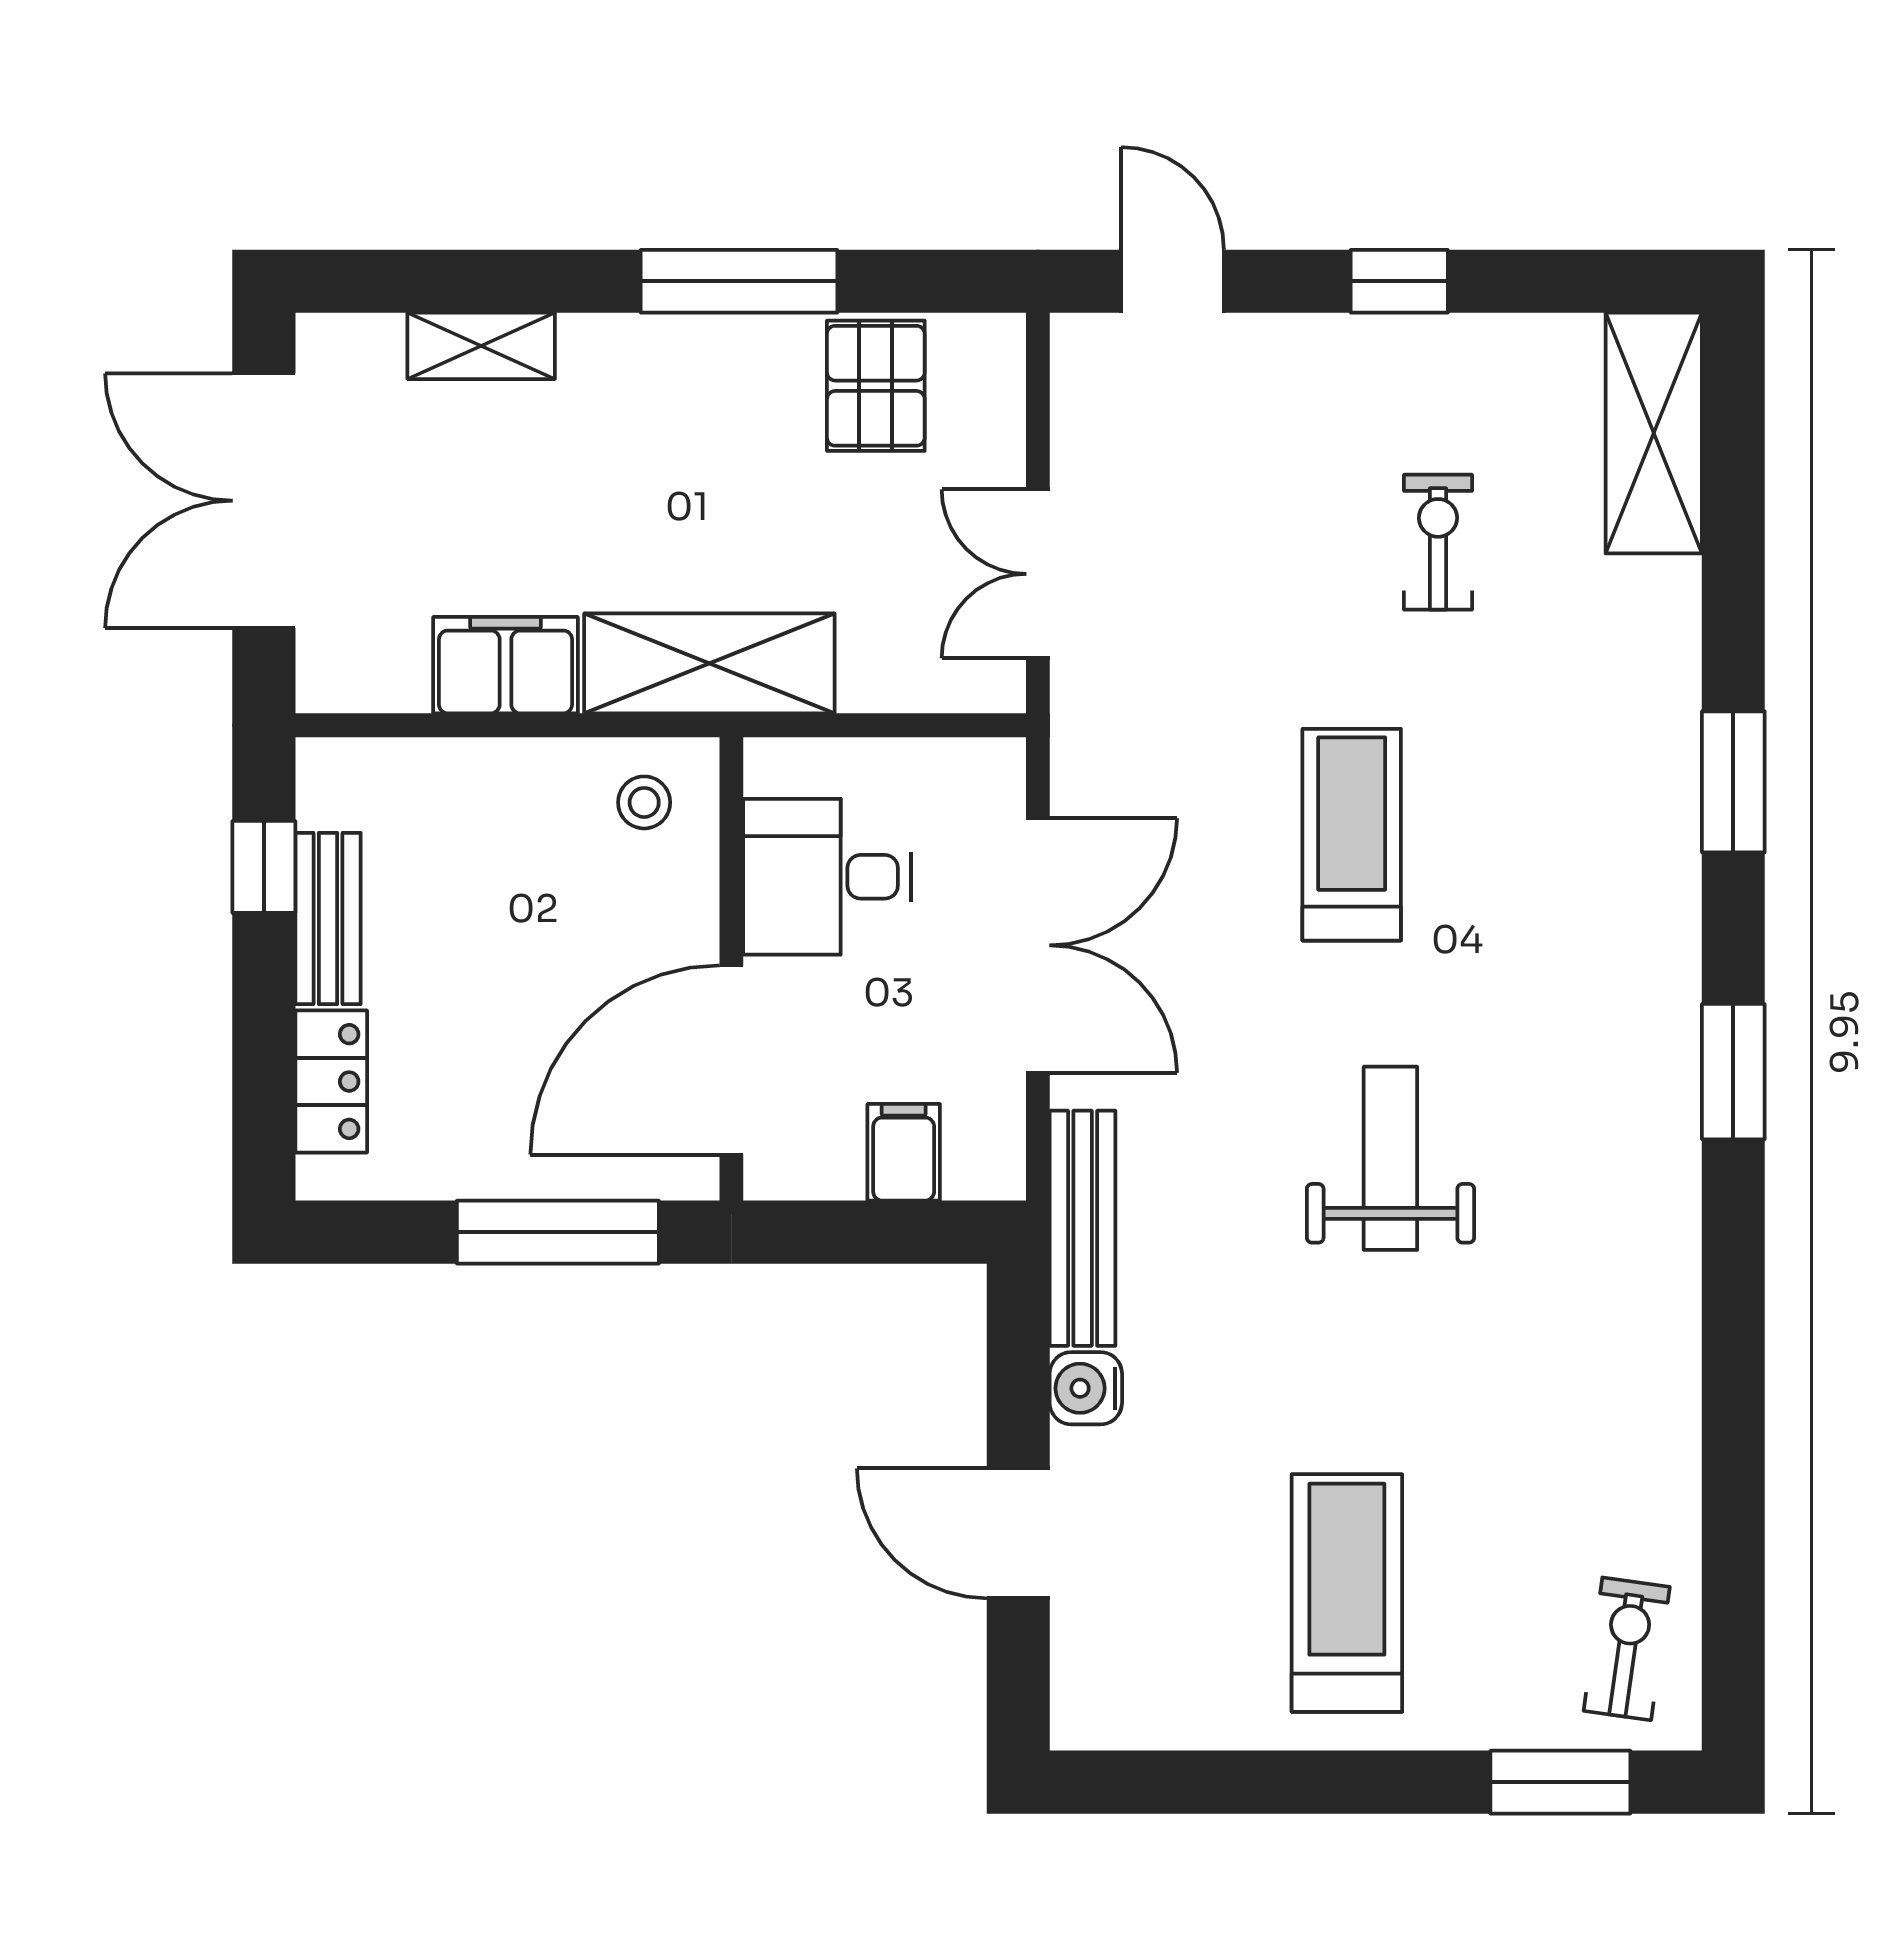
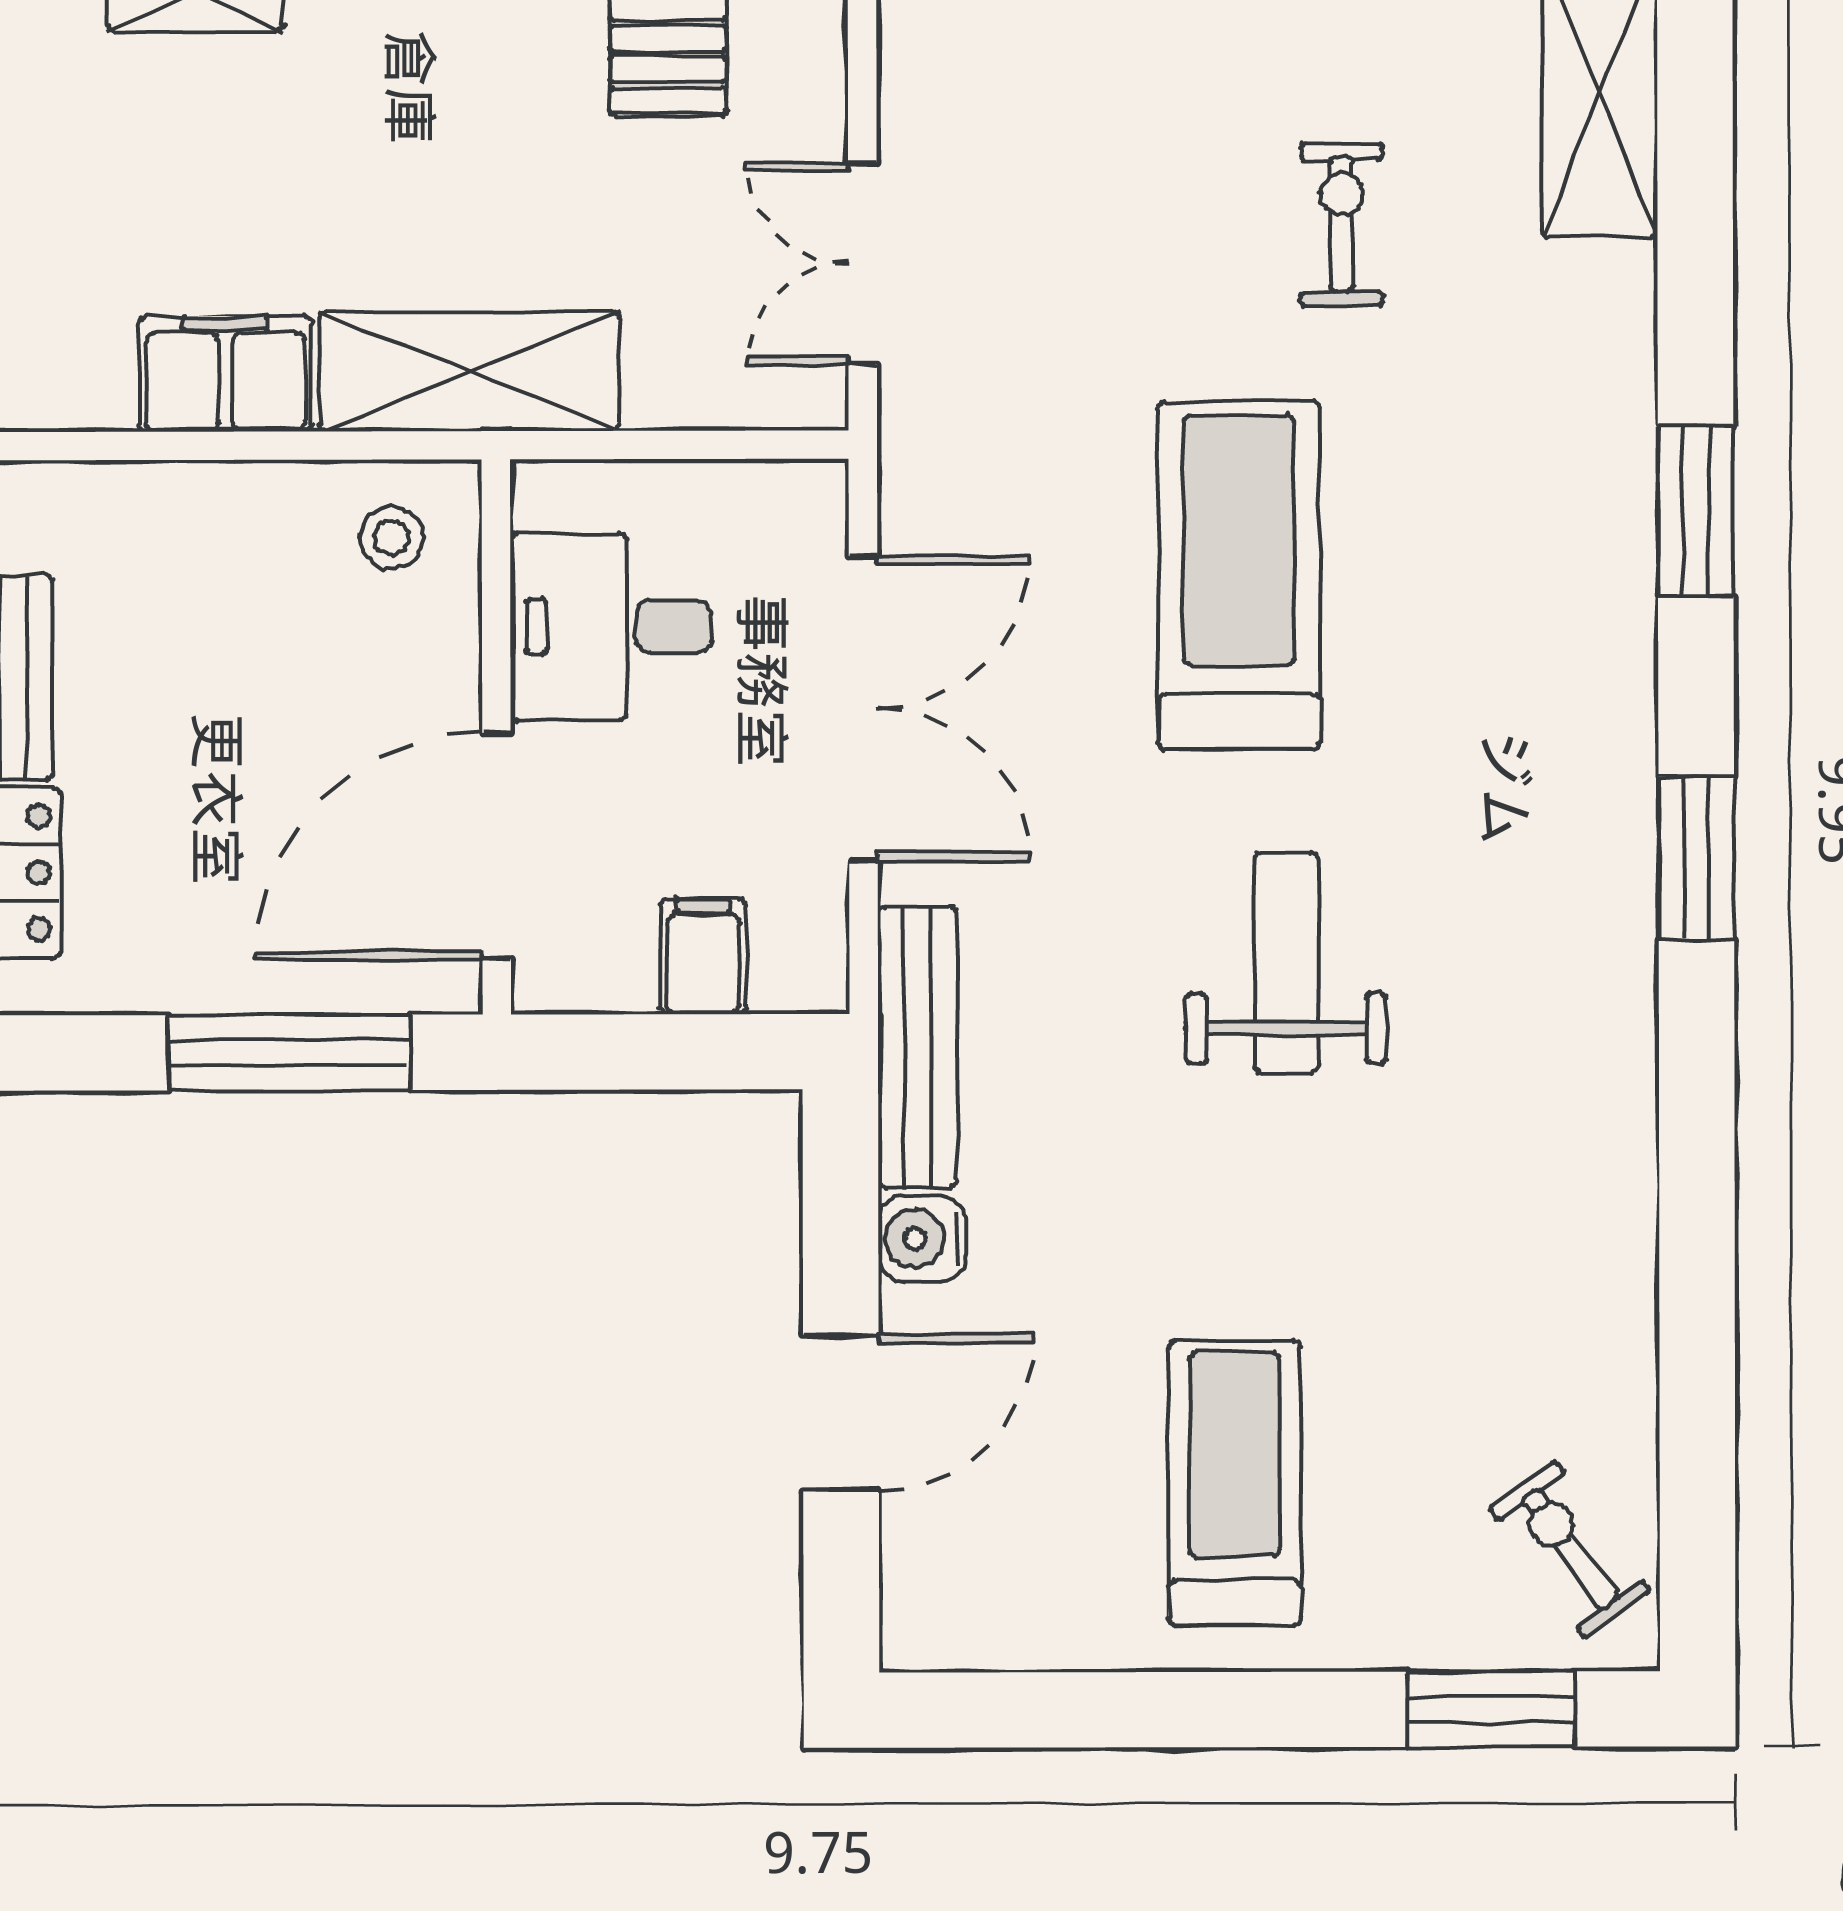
treadmill: (1352, 835) -> (1239, 575), width x1.37, depth x1.38
door: (1018, 1533) -> (841, 1412), swing flipped
exercise bike: (1627, 1649) -> (1570, 1549), turned -44

